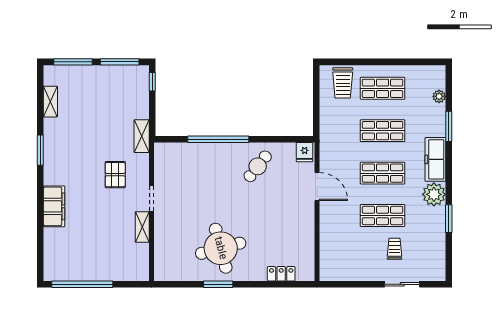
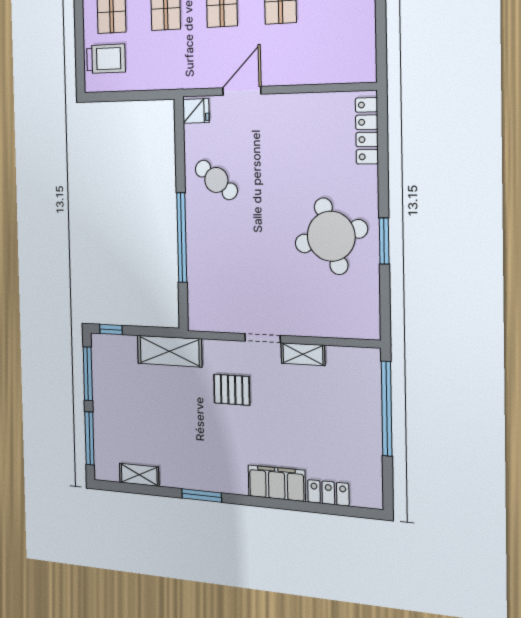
shelving: (142, 136) -> (170, 351), width x1.50, depth x1.33
locker: (51, 243) -> (328, 493), added
locker: (281, 274) -> (367, 131), width x1.53
window: (82, 284) -> (387, 409), moved

